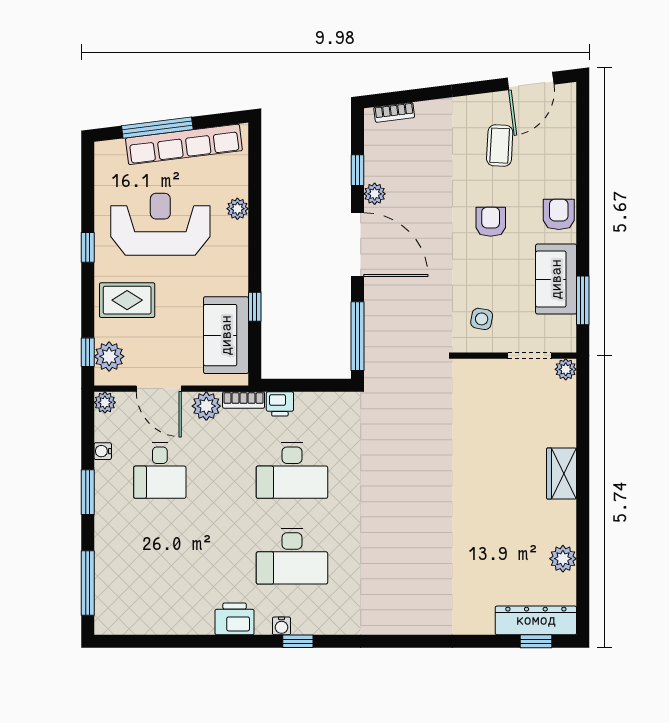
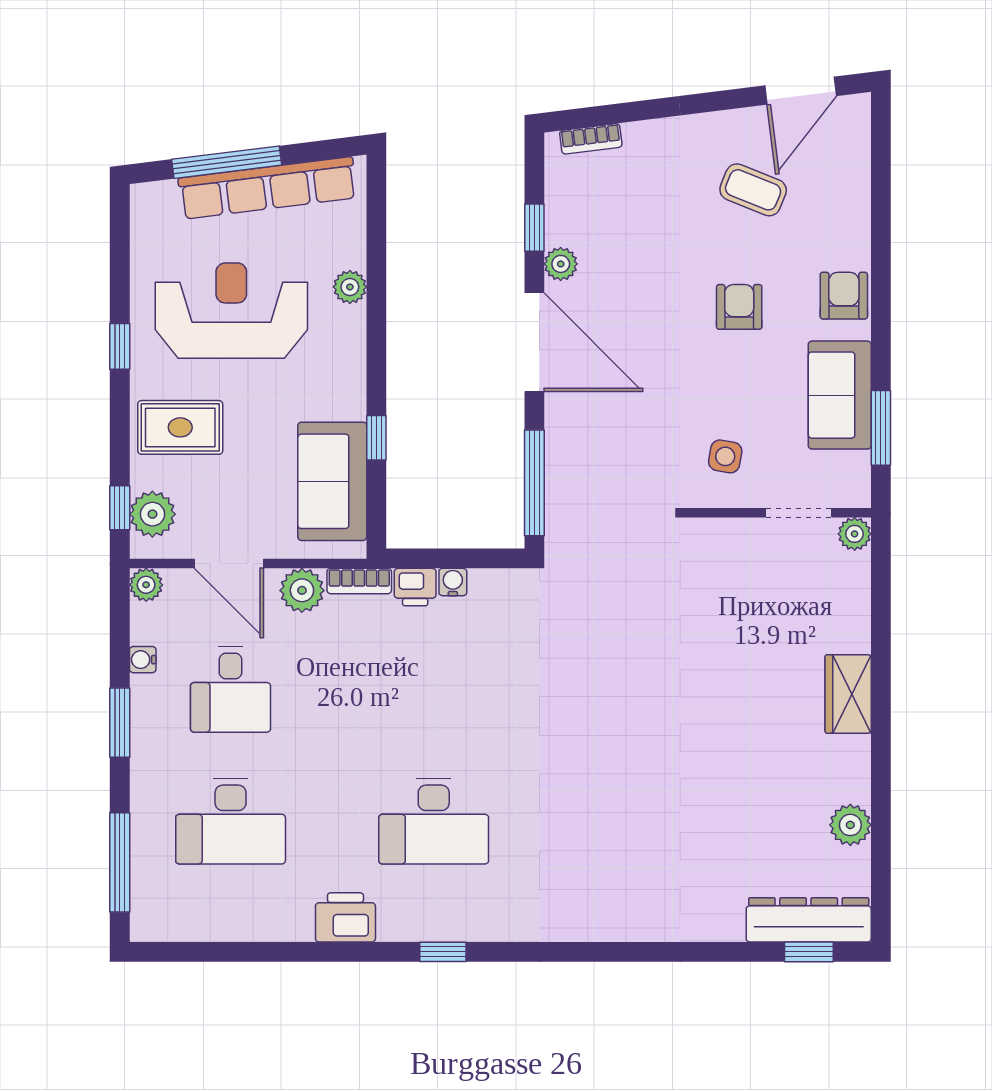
coffee table: (500, 146) -> (753, 190), turned -71
desk: (292, 470) -> (231, 821), moved
water cooler: (282, 626) -> (453, 582), moved, turned 180

